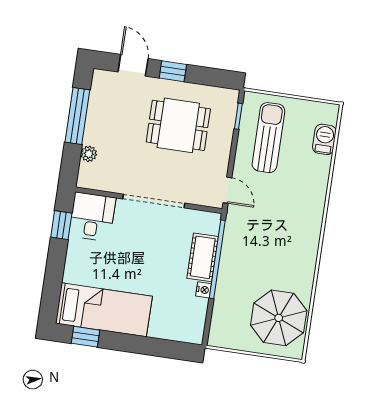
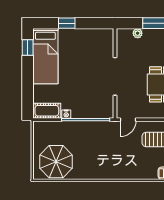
desk: (92, 217) -> (100, 41), removed
window: (61, 225) -> (67, 23), moved
cot: (203, 257) -> (47, 111), moved

